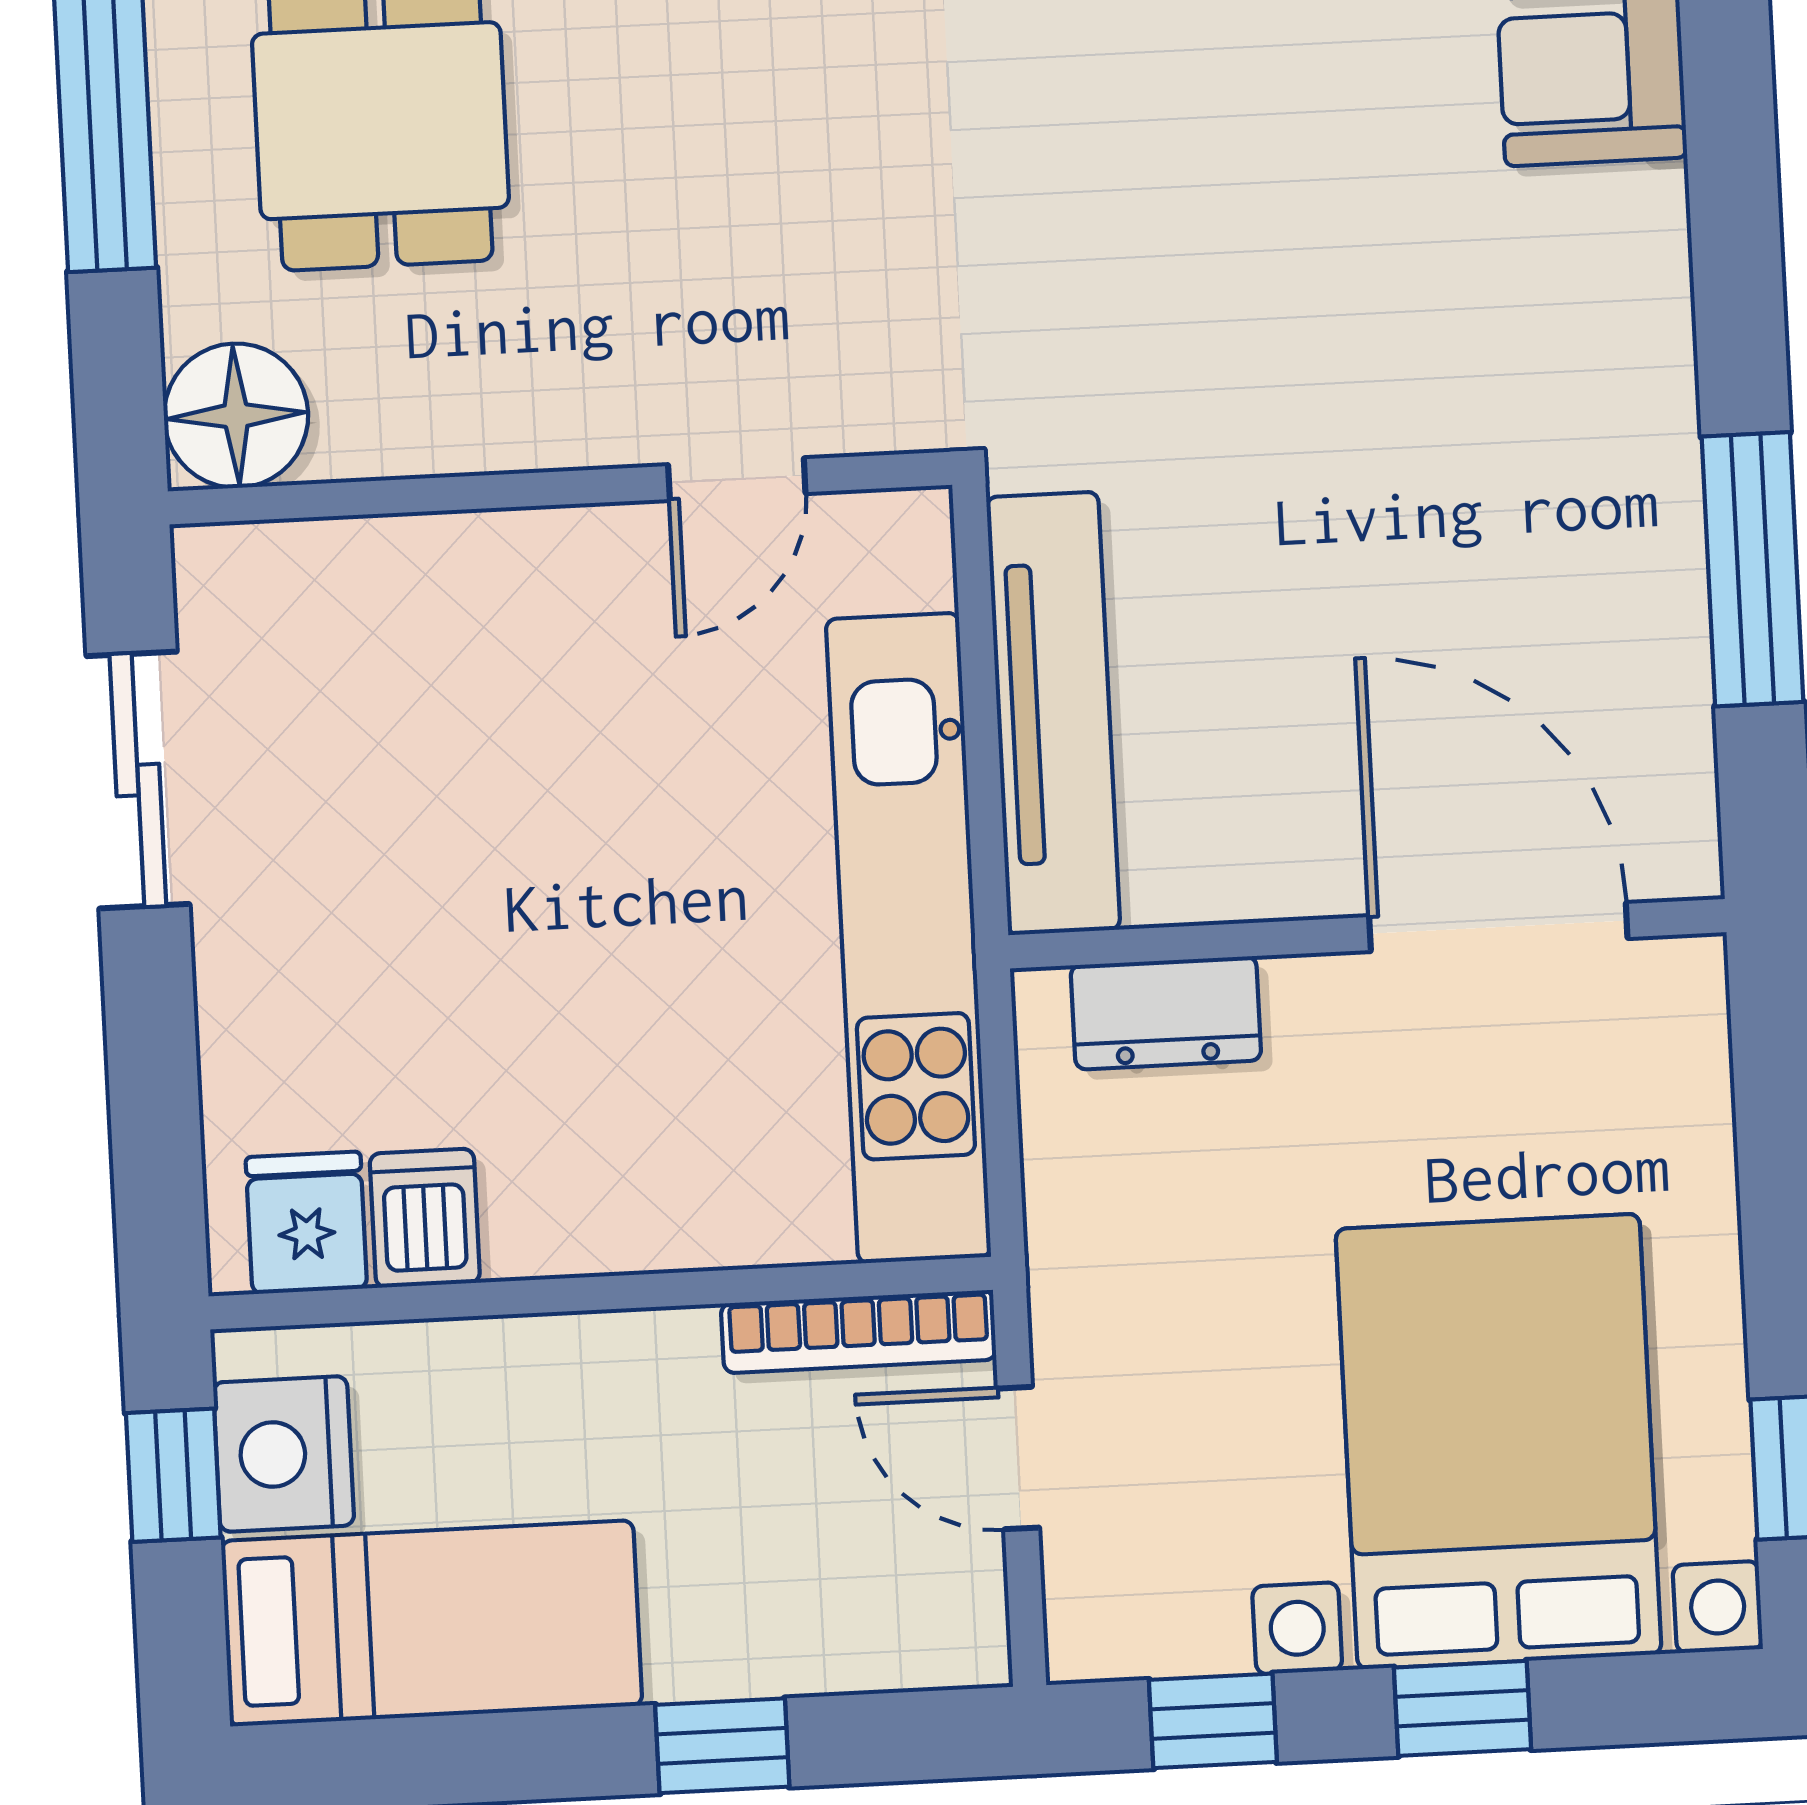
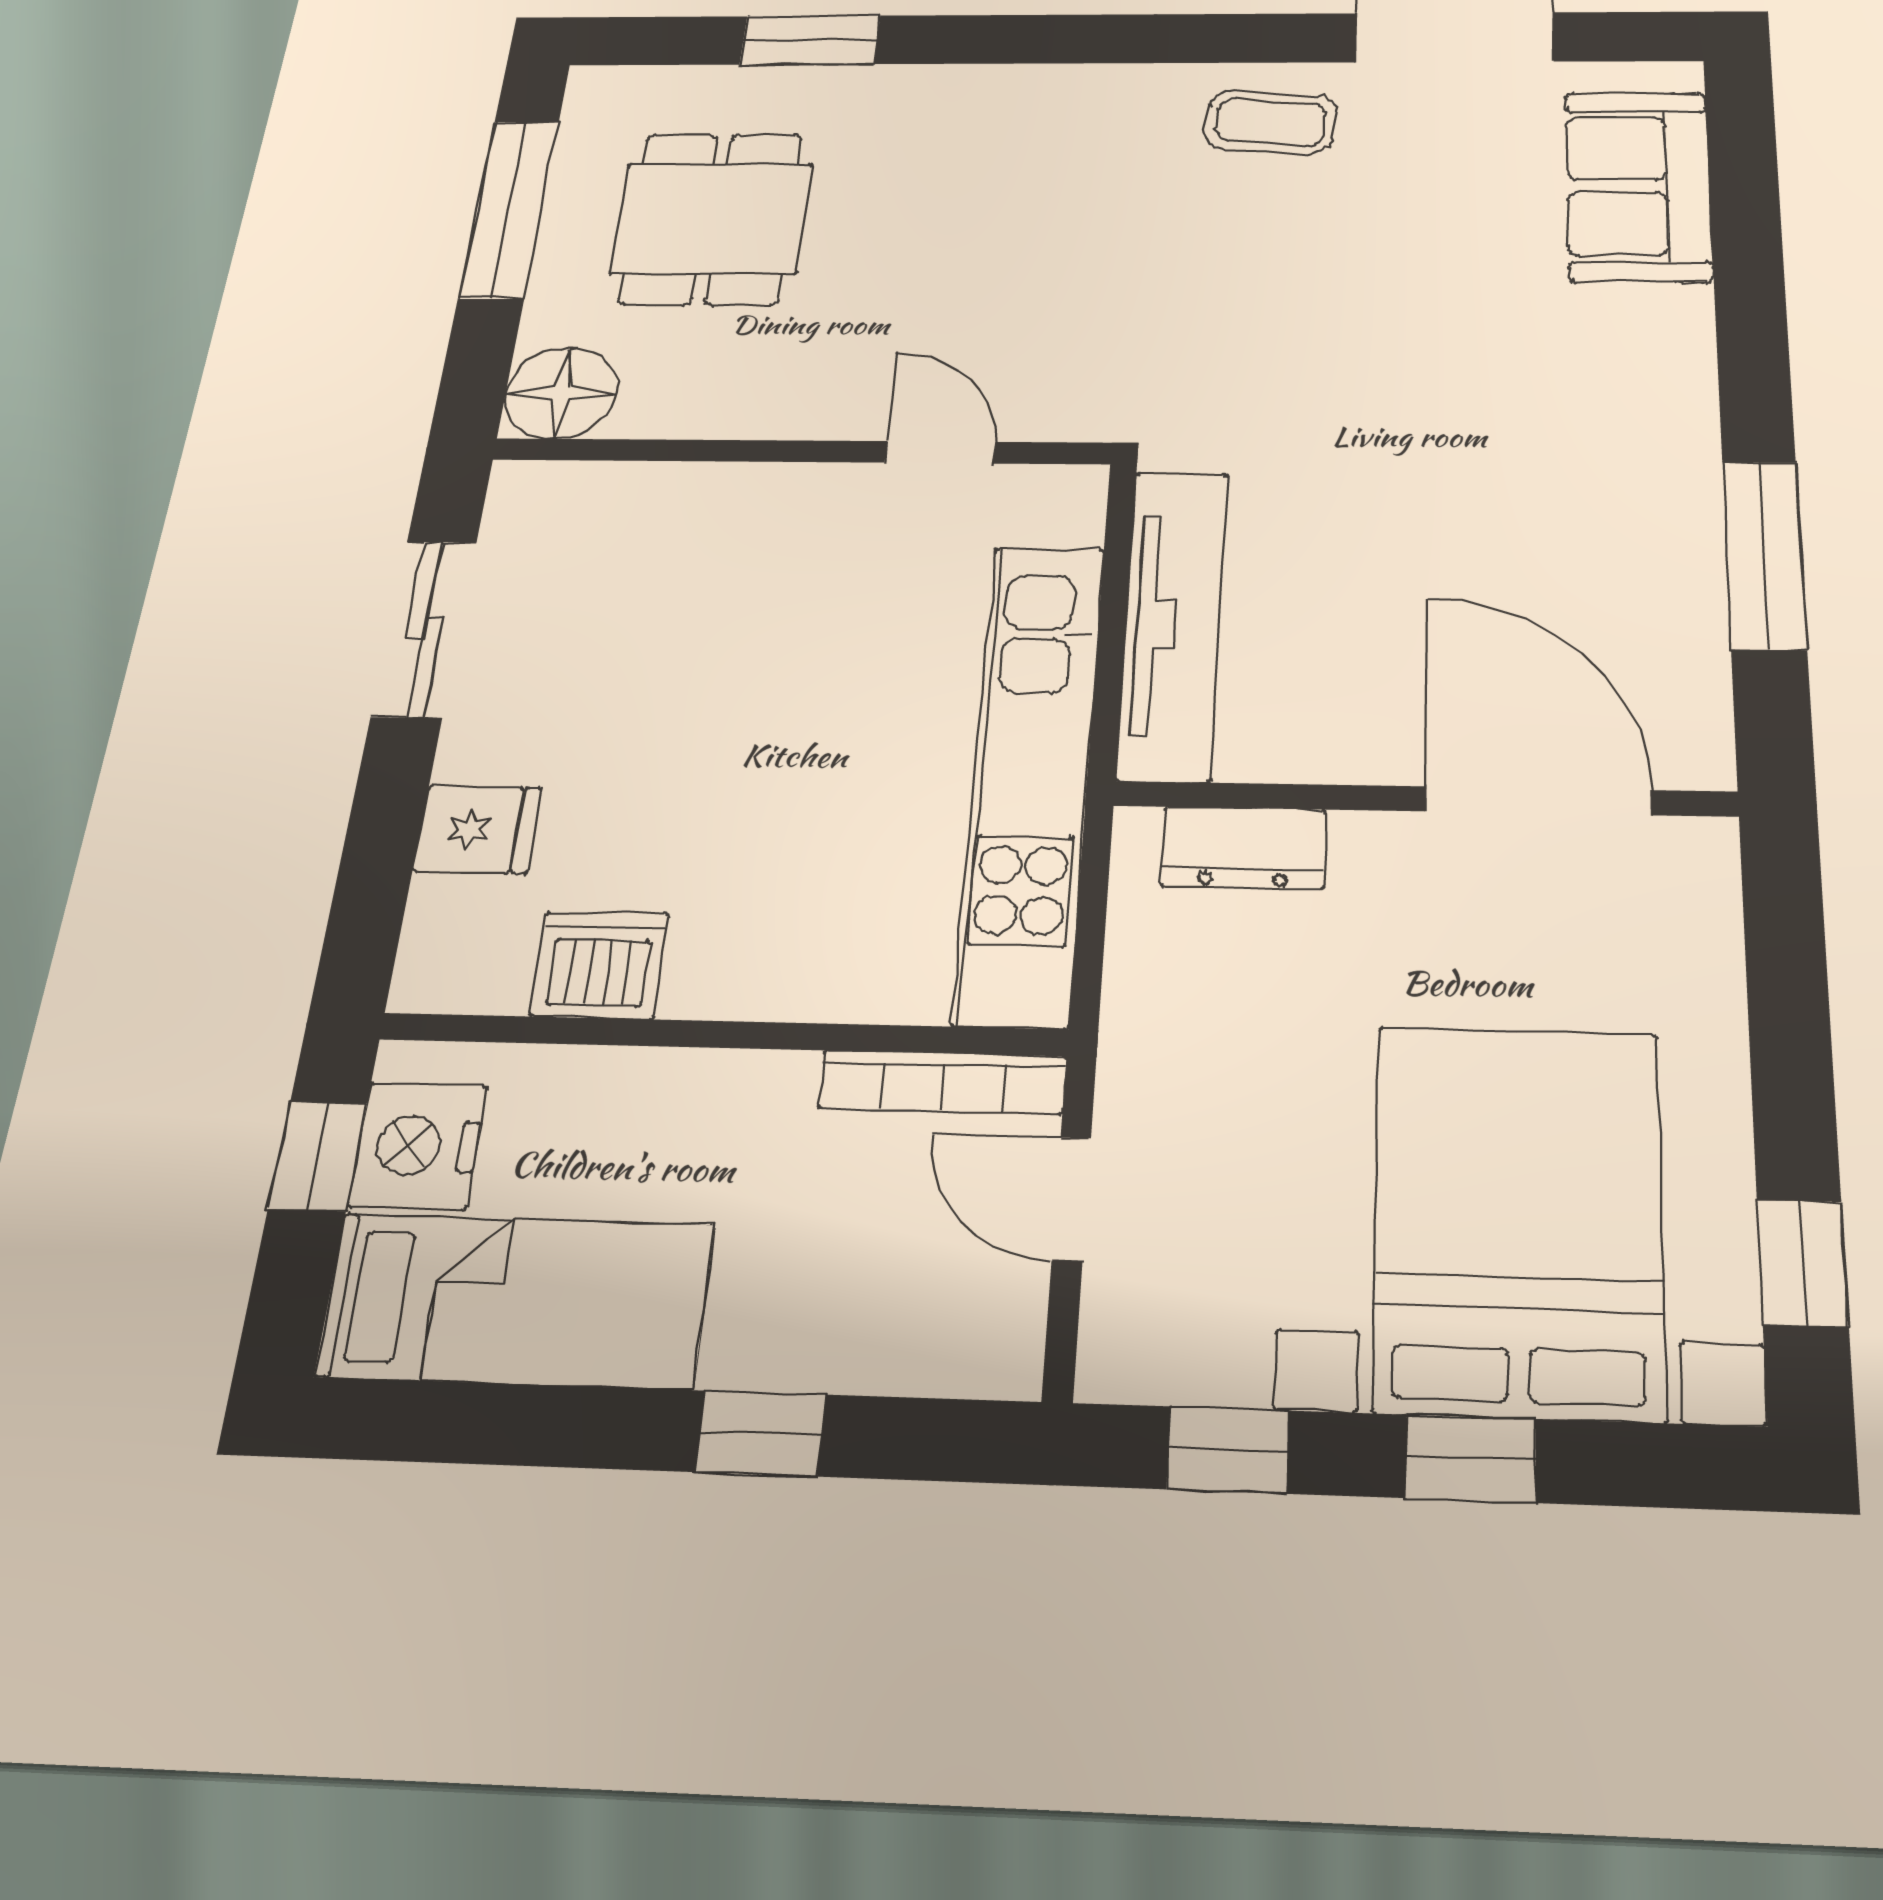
door: (737, 479) -> (940, 452), swing flipped
dishwasher: (425, 1218) -> (600, 965), width x1.38
fridge: (306, 1223) -> (478, 829), moved, turned 90

